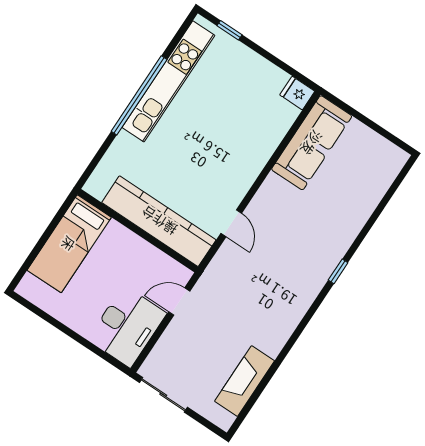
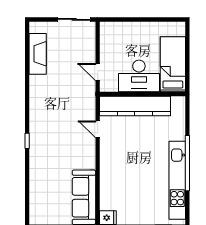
door: (179, 301) -> (98, 72), swing flipped
desk: (127, 326) -> (139, 76), moved, turned -90

